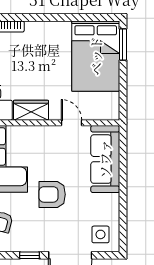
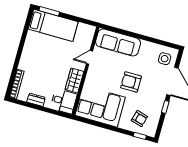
bed: (96, 56) -> (53, 25), width x0.67
armchair: (52, 194) -> (131, 82), turned 90

